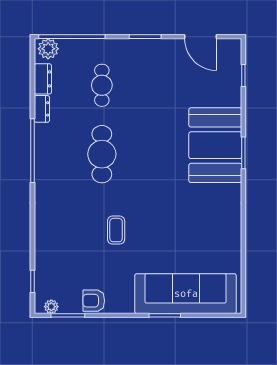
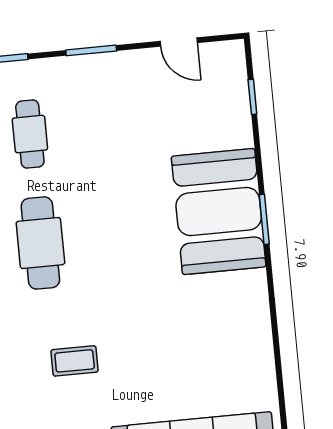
door: (201, 37) -> (179, 42), width x0.73
coffee table: (116, 230) -> (75, 361), turned 90

